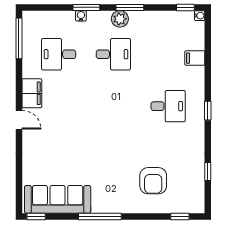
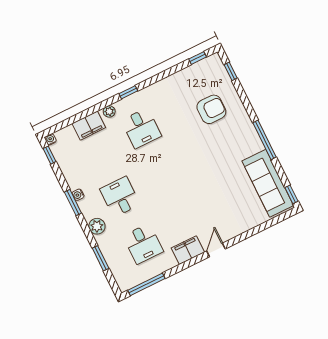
window: (86, 7) -> (101, 258), moved
water cooler: (81, 16) -> (78, 195), moved
plant: (120, 19) -> (97, 226), moved
filing cabinet: (195, 58) -> (89, 126), width x2.00
plant: (199, 84) -> (109, 111), added
desk: (168, 106) -> (141, 128), turned 180
window: (208, 171) -> (198, 58), moved

